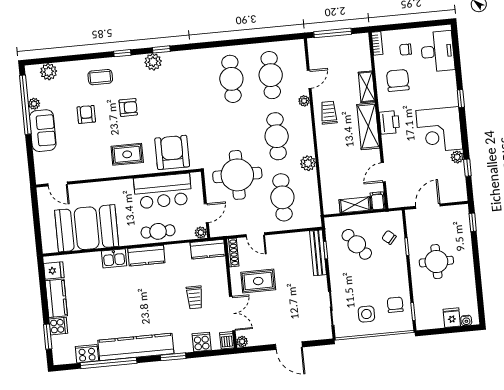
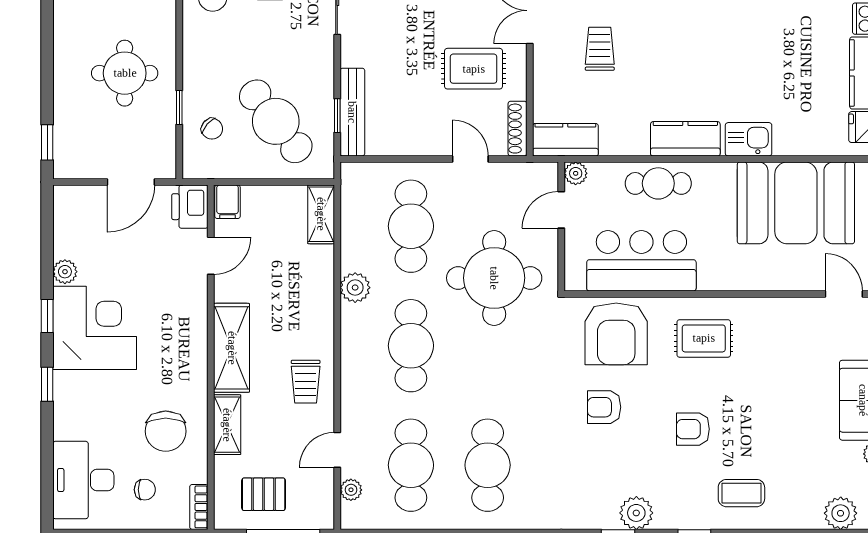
pallet: (345, 53) -> (264, 494), added
plant: (304, 101) -> (351, 490), moved
armchair: (86, 114) -> (604, 407), moved, turned 90
printer: (389, 122) -> (190, 207), moved
window: (467, 168) -> (47, 316), moved
shelving: (355, 205) -> (321, 214), moved, turned 90
cafe table: (357, 244) -> (276, 121), width x1.37, depth x1.35

